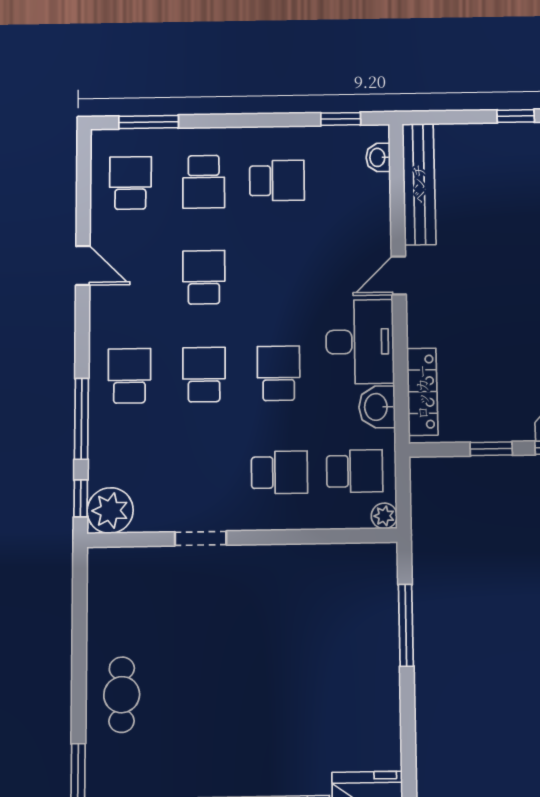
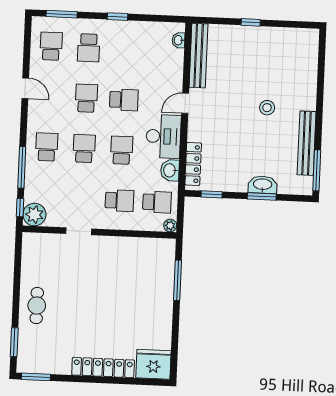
window: (341, 119) -> (117, 17), moved
school desk: (277, 181) -> (124, 100), moved
window: (491, 449) -> (212, 194), moved

